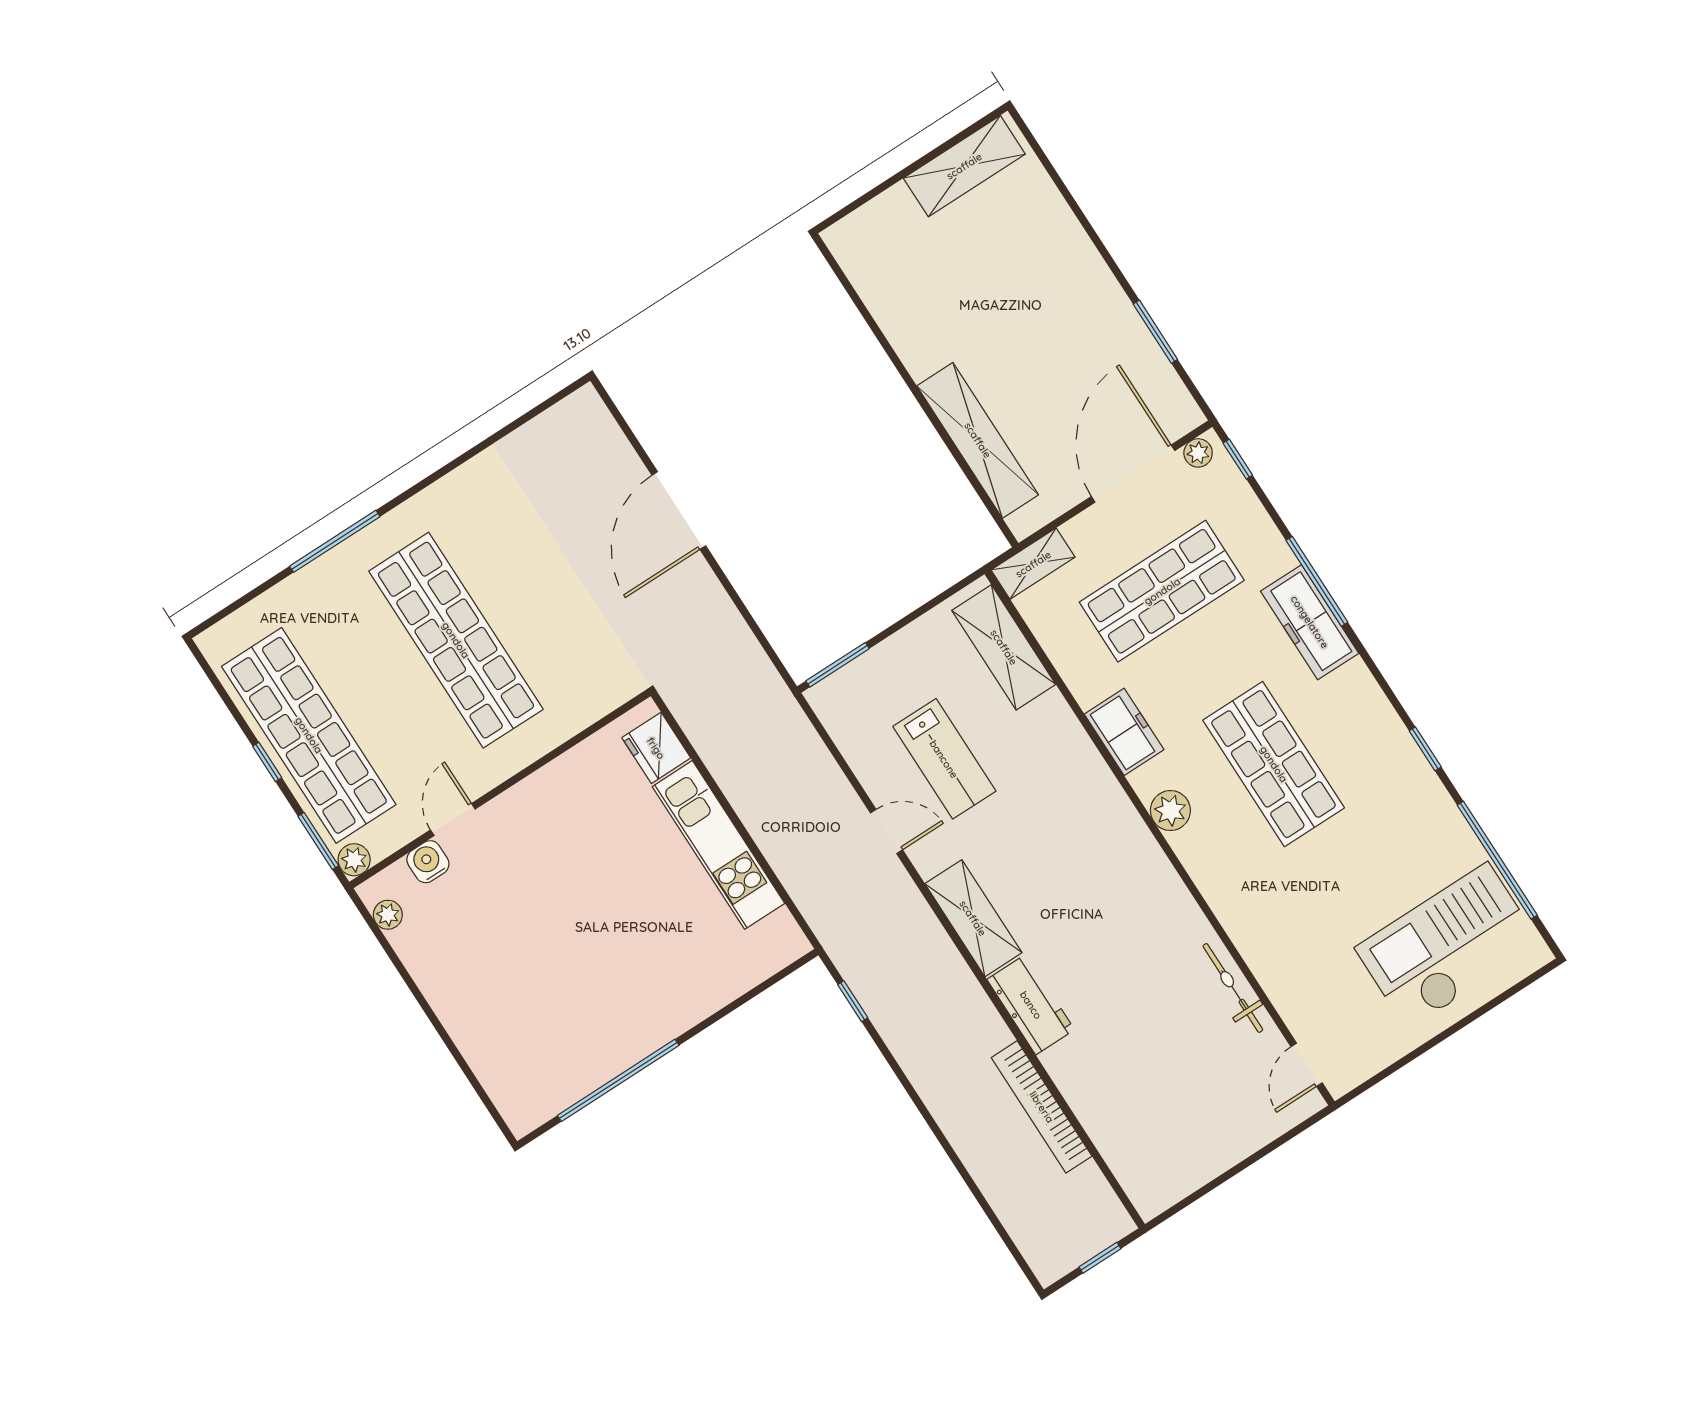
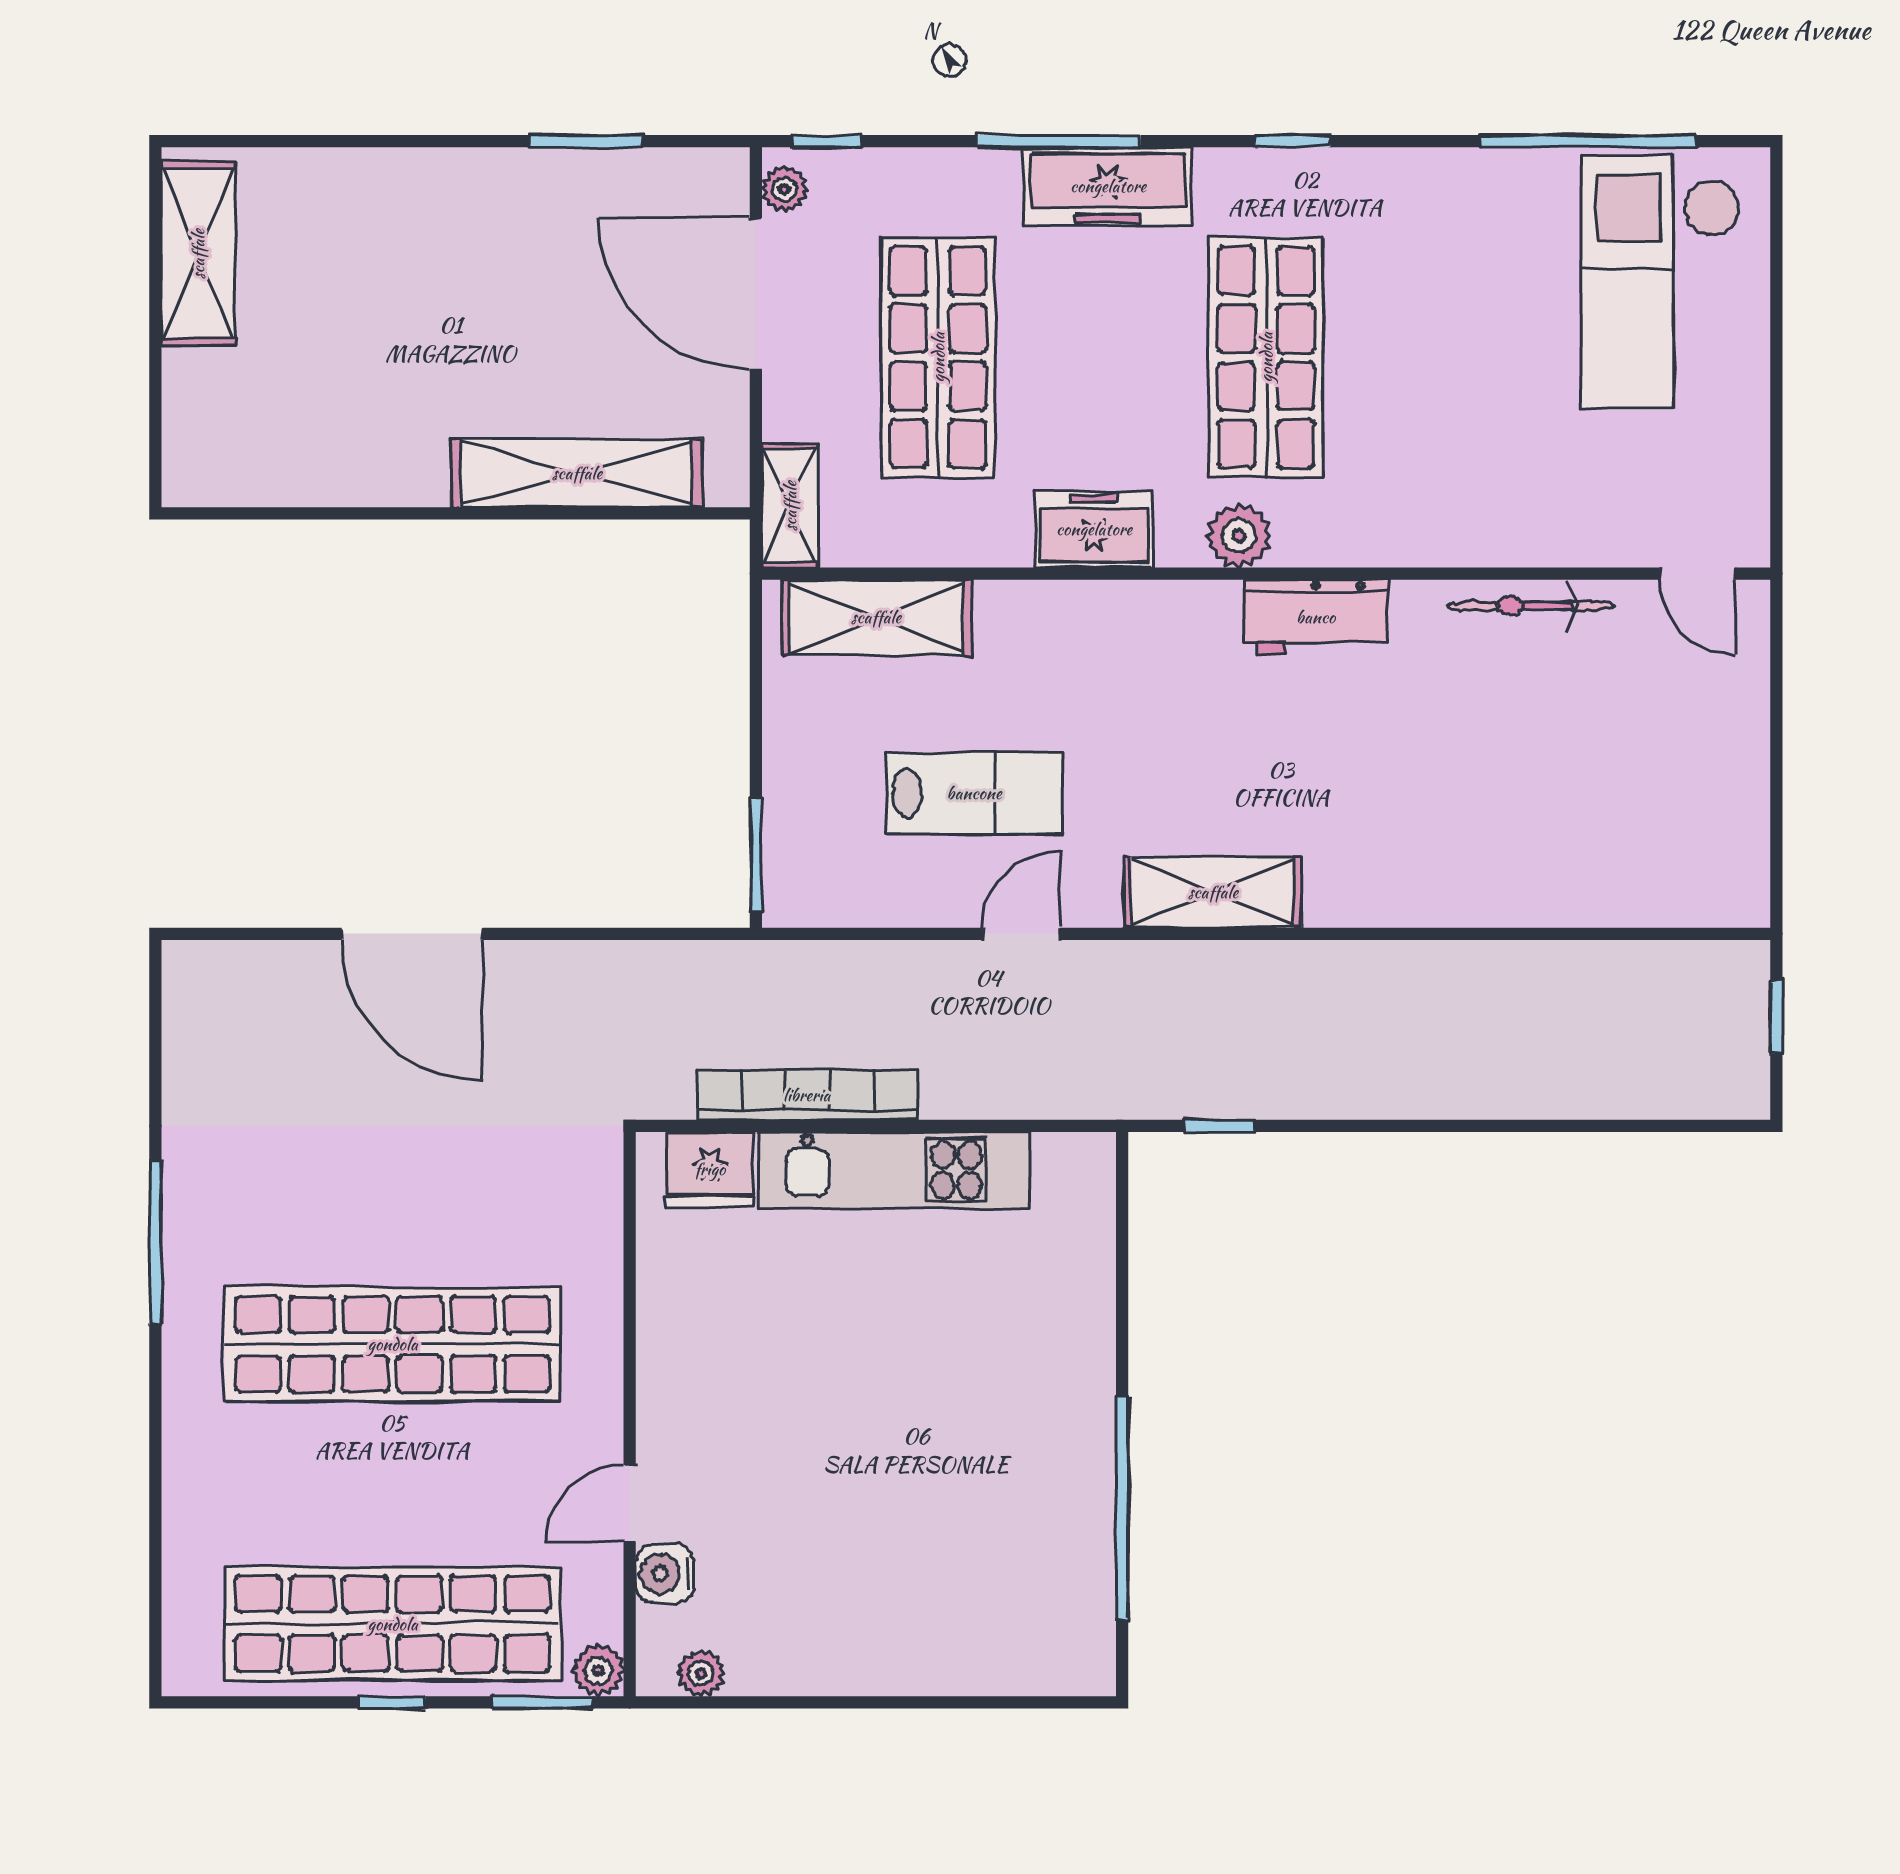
window: (335, 541) -> (155, 1242), moved
window: (1425, 749) -> (1292, 141), moved
shop shelf: (1274, 764) -> (1266, 357), turned 90
door: (453, 819) -> (630, 1504), hinge flipped
workbench: (1031, 1005) -> (1316, 617), moved, turned 180
bookcase: (1042, 1107) -> (807, 1095), moved, turned 180

